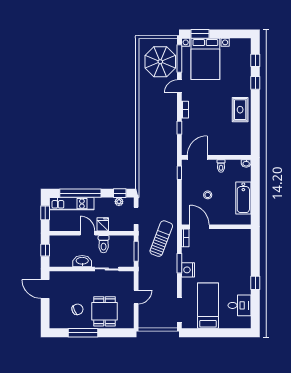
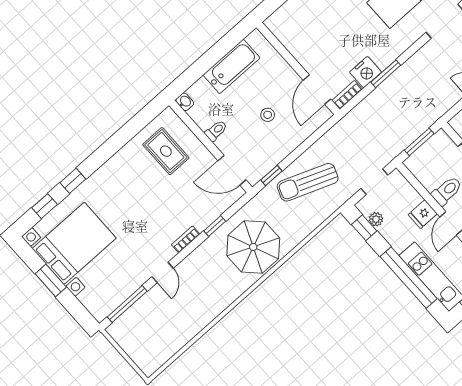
window: (200, 34) -> (51, 280), moved
bed with nightstands: (205, 59) -> (74, 243), moved
parasol: (160, 62) -> (253, 247), moved
door: (179, 86) -> (163, 272), hinge flipped
rug: (240, 110) -> (166, 151), moved, turned 90
sun lounger: (161, 239) -> (308, 182), moved
nightstand: (188, 270) -> (366, 72), moved

